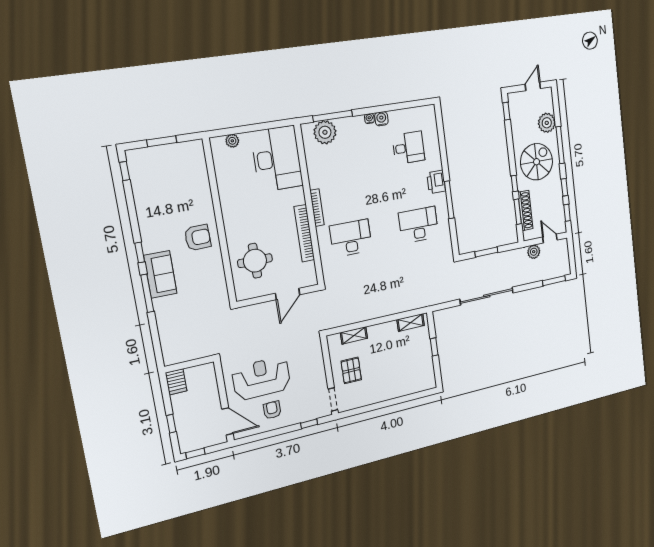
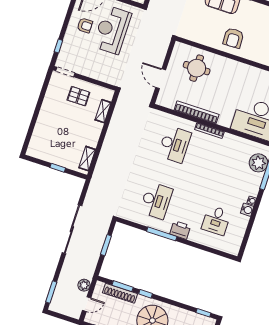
reception desk: (261, 378) -> (112, 30), turned 180

